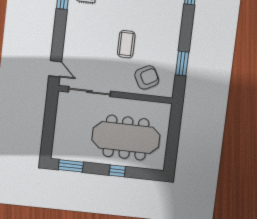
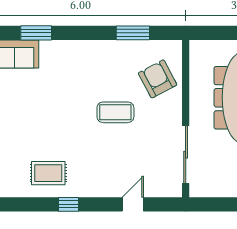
door: (55, 69) -> (133, 204), moved

